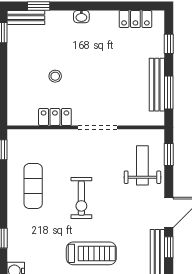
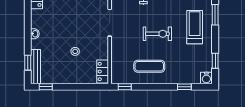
bench: (26, 18) -> (36, 67), width x1.36
locker: (55, 117) -> (103, 72), moved

